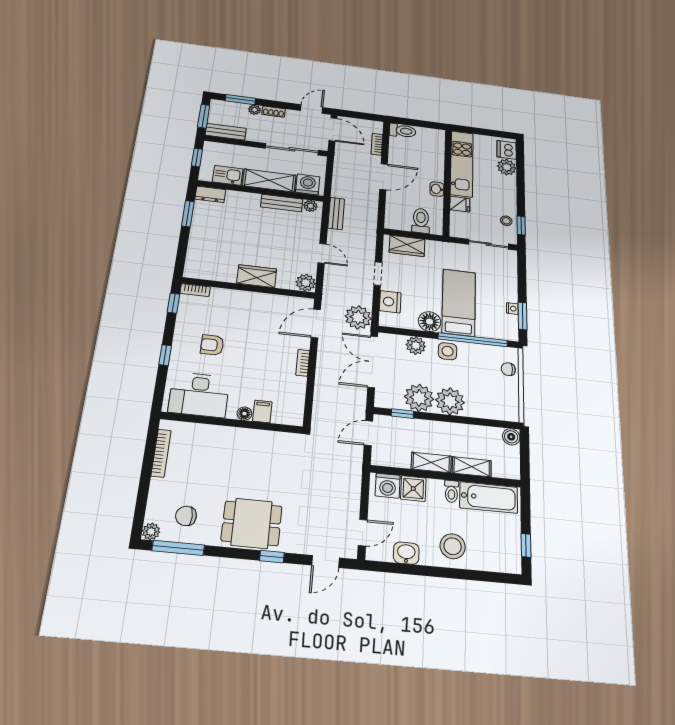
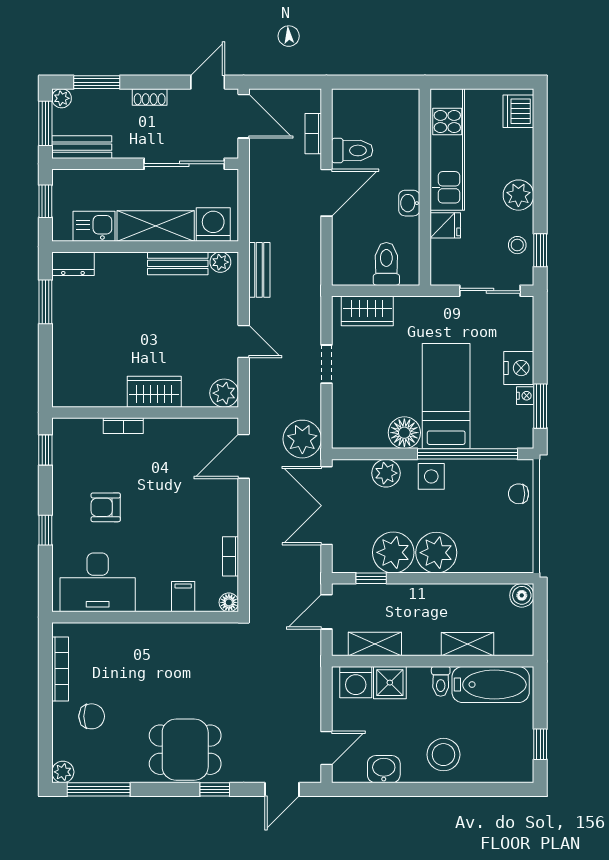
plant: (255, 110) -> (62, 98), moved
toilet: (403, 131) -> (352, 150), moved
plant: (507, 167) -> (518, 195), moved
bookcase: (195, 290) -> (123, 426), moved
nightstand: (390, 302) -> (519, 368), moved, turned 180
bookcase: (303, 363) -> (230, 556), moved
floor lamp: (244, 414) -> (229, 602), moved
shelving: (431, 462) -> (375, 644), moved
chair: (186, 516) -> (92, 716), moved, turned 180

